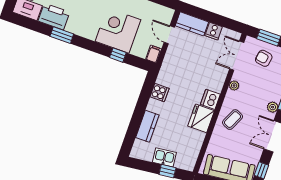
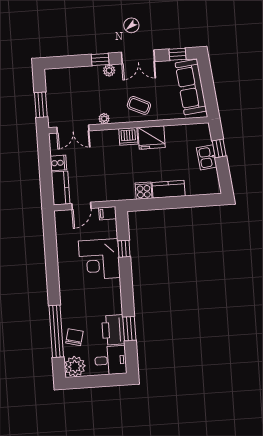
window: (62, 35) -> (129, 329), moved
armchair: (264, 58) -> (64, 101), removed
kitchen counter: (147, 126) -> (169, 189), moved

